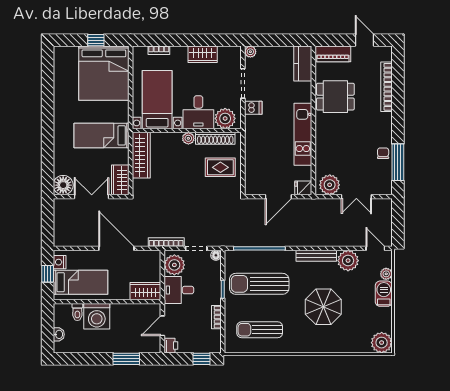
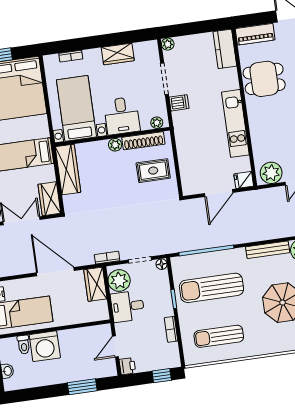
plant: (225, 118) -> (157, 123), width x0.53, depth x0.53
bookcase: (166, 242) -> (107, 258), width x0.64
wardrobe: (145, 291) -> (95, 284), moved, turned -90

